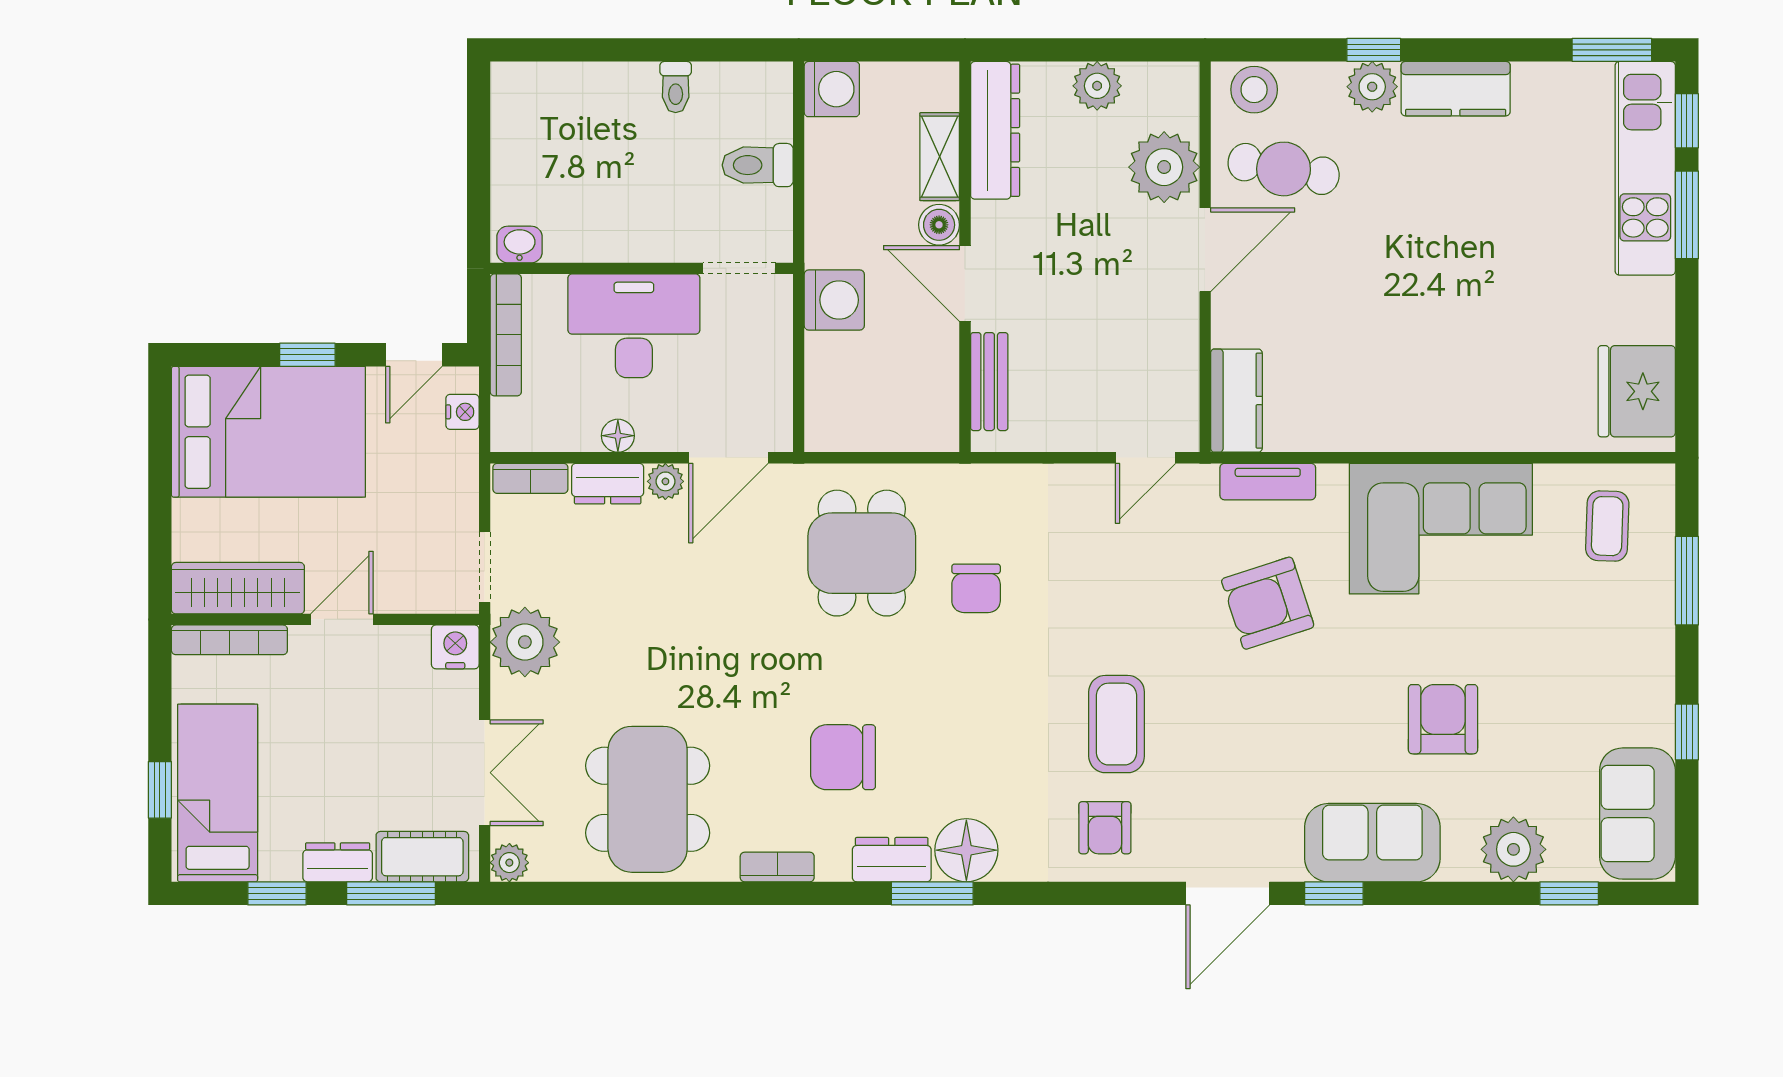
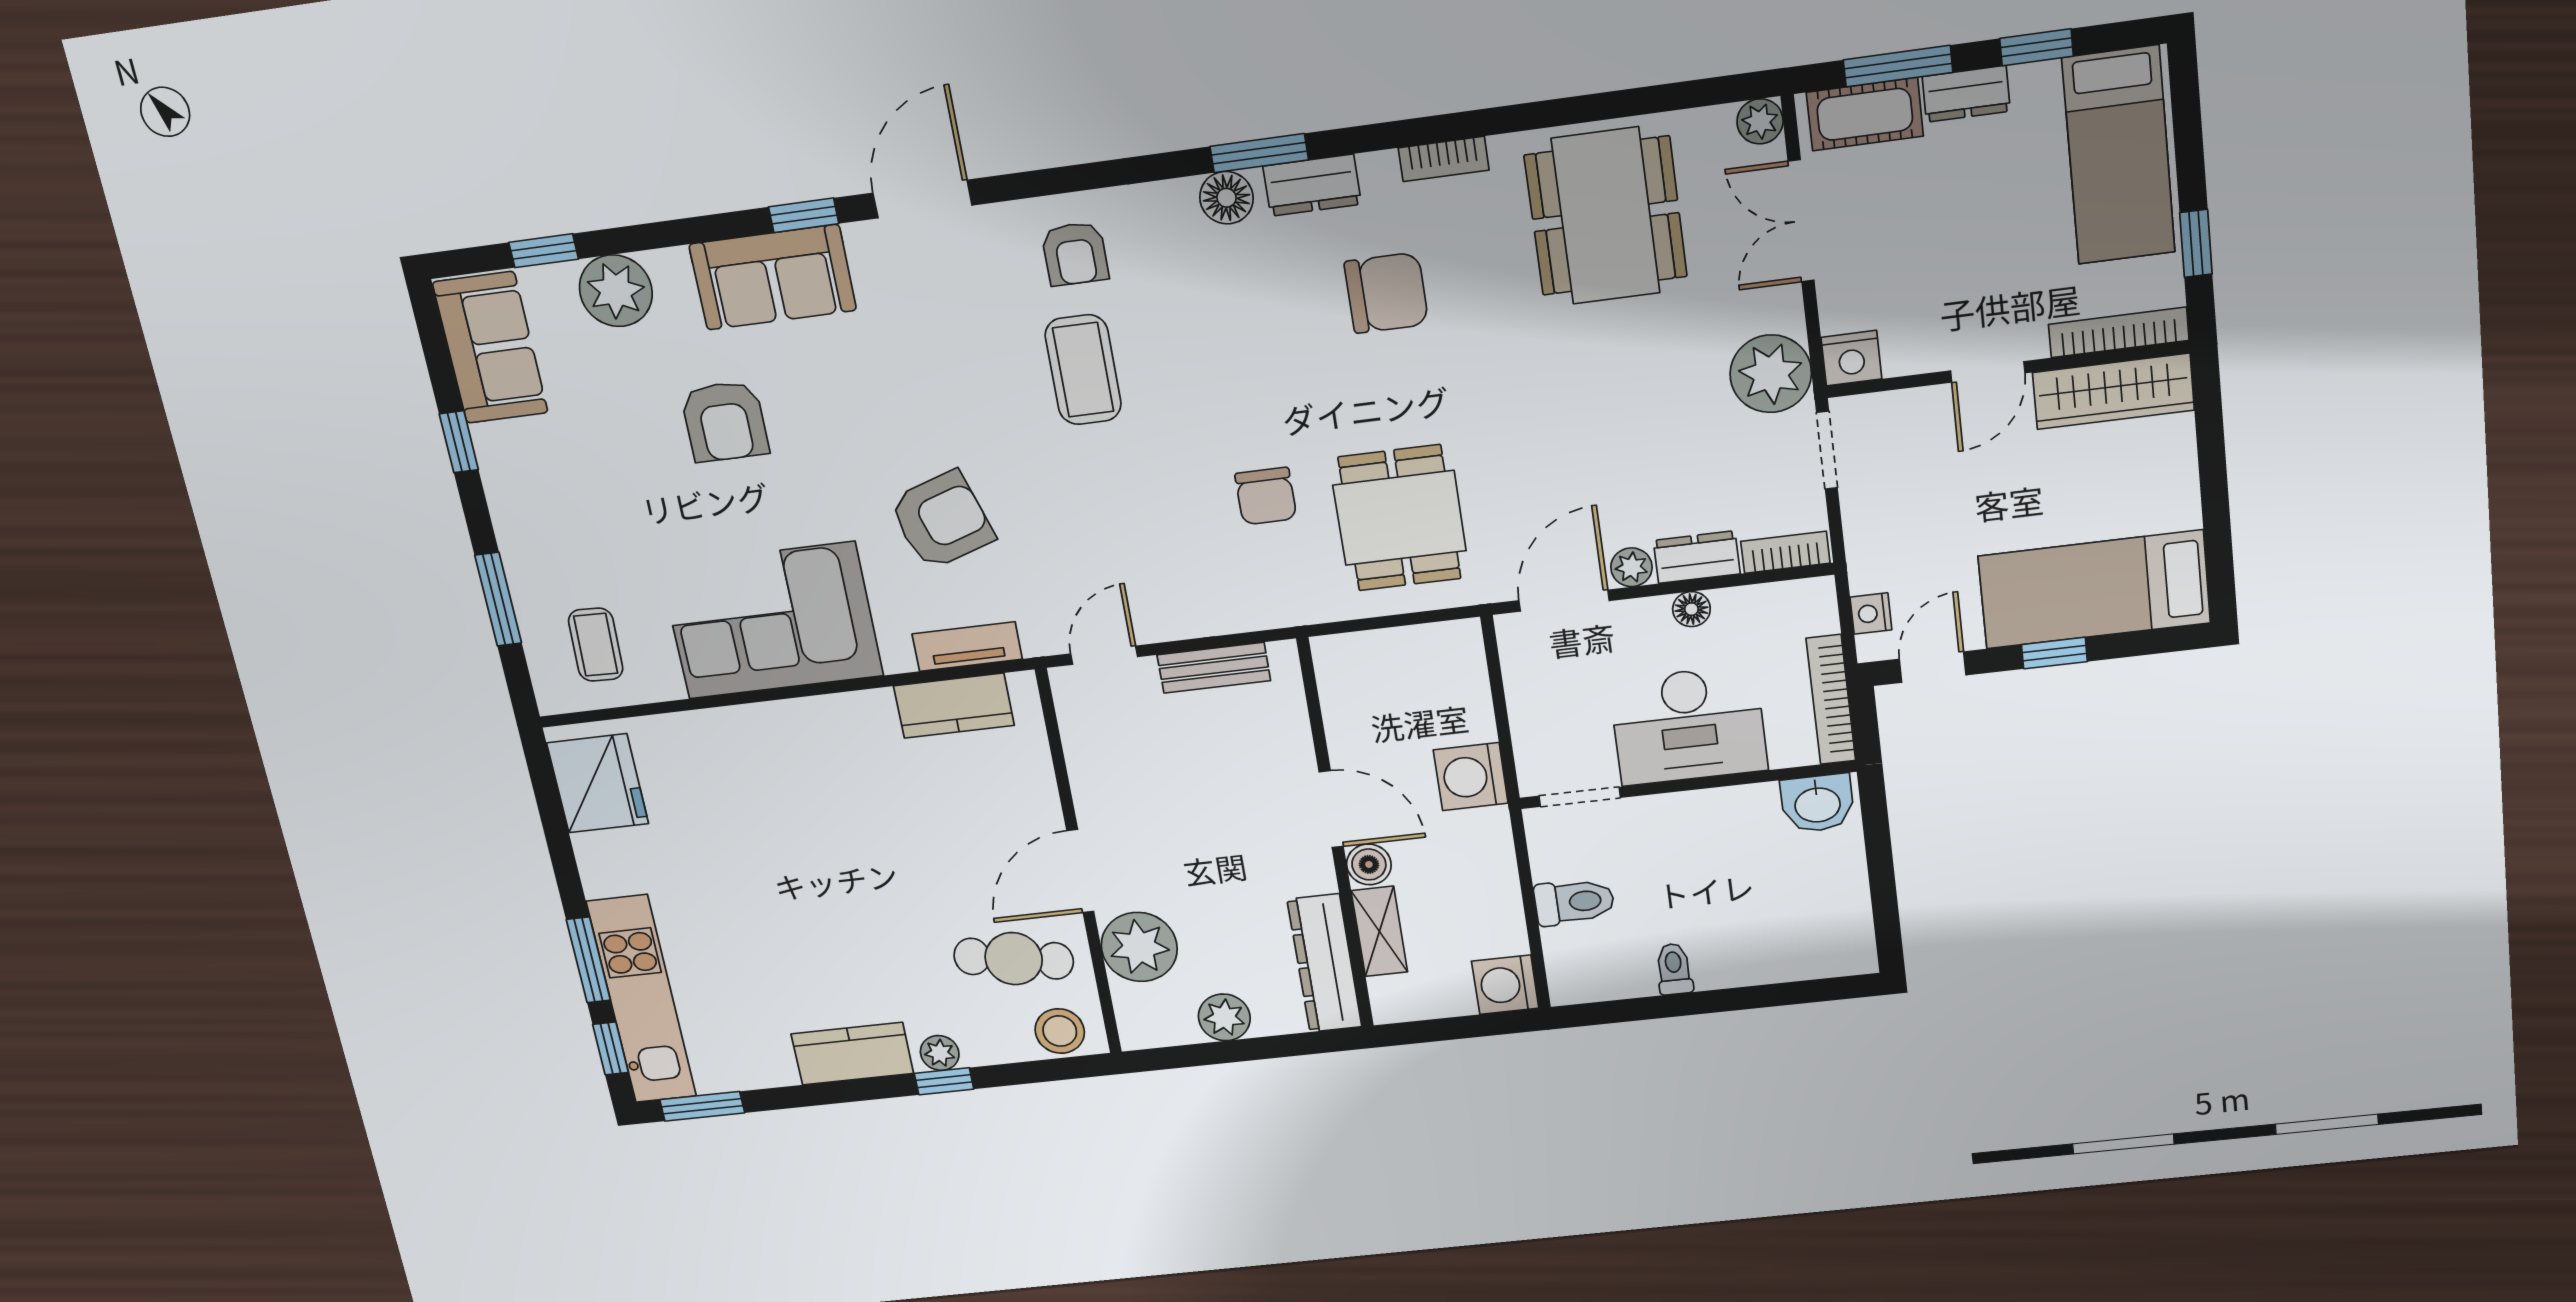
plant: (1372, 87) -> (940, 1053), width x0.73, depth x0.73
washbasin: (520, 244) -> (1817, 803), width x1.38, depth x1.45
bench: (989, 382) -> (1214, 668), moved, turned 90
kitchen counter: (1236, 401) -> (954, 706), moved, turned -90
bed: (268, 432) -> (2094, 589), width x0.67
chair: (976, 588) -> (1266, 496), turned 180
window: (160, 790) -> (2196, 243), moved
armchair: (1105, 828) -> (1075, 254), turned 180
floor lamp: (966, 850) -> (1226, 198), width x0.73, depth x0.73

